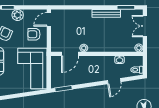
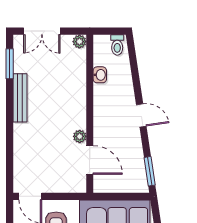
door: (114, 81) -> (141, 115), moved

